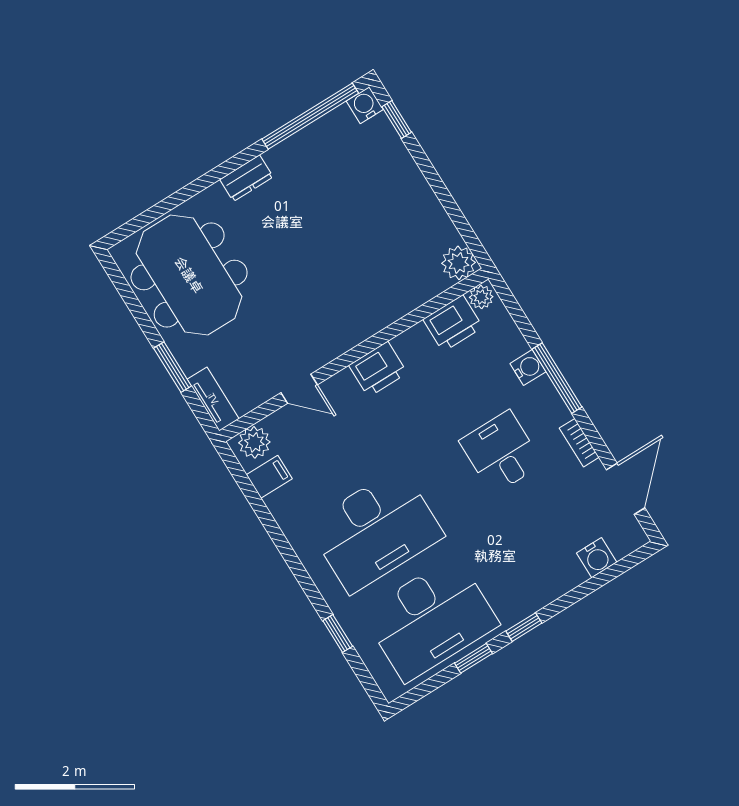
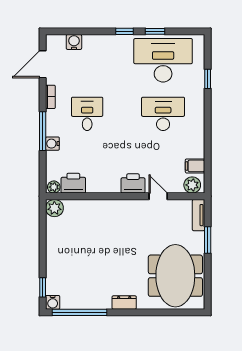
printer: (378, 369) -> (133, 183), moved
desk: (501, 452) -> (87, 114), turned 180
desk: (376, 530) -> (163, 114), width x0.73, depth x0.77

